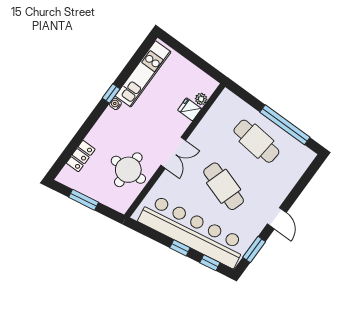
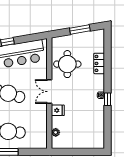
kitchen unit: (143, 74) -> (98, 123), removed
fridge: (190, 109) -> (58, 110), moved
locker: (81, 156) -> (99, 63), moved

